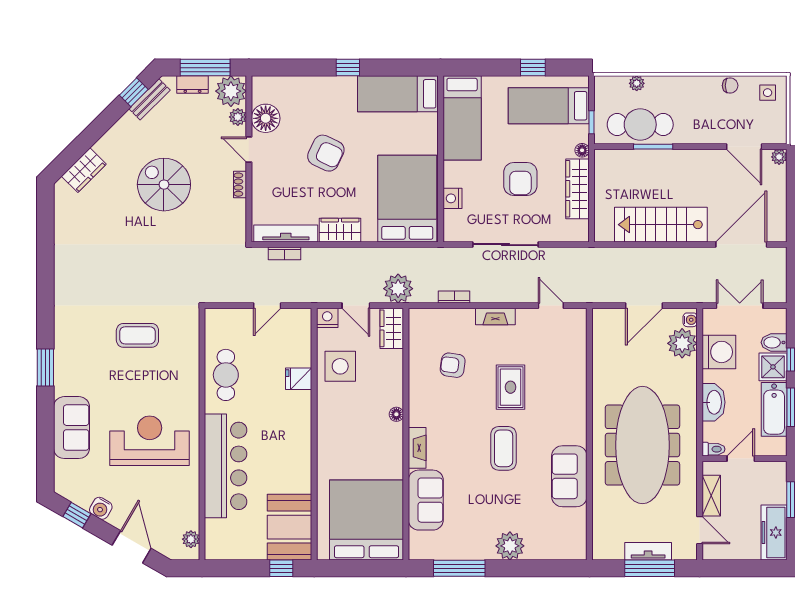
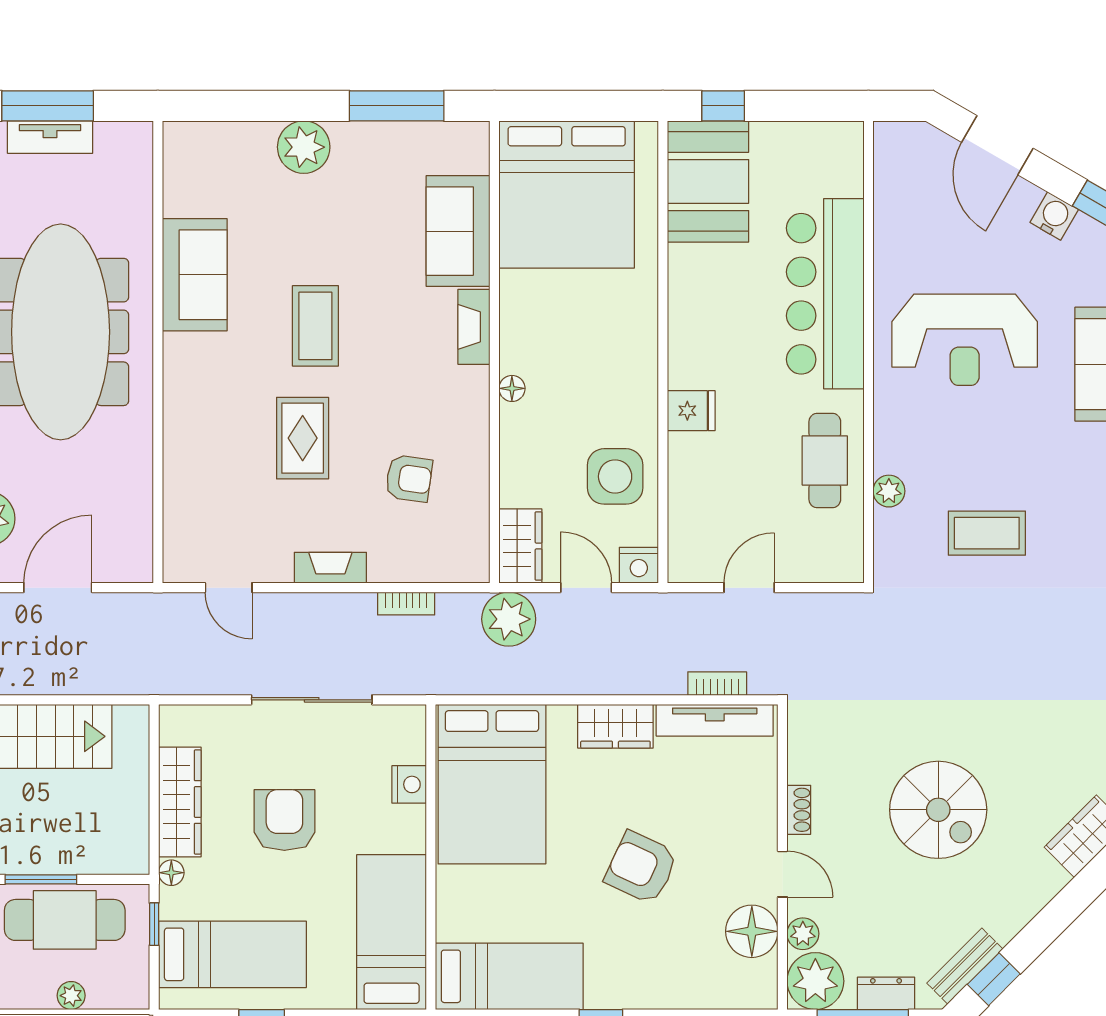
fridge: (299, 379) -> (691, 411), moved
plant: (191, 539) -> (889, 491), moved

